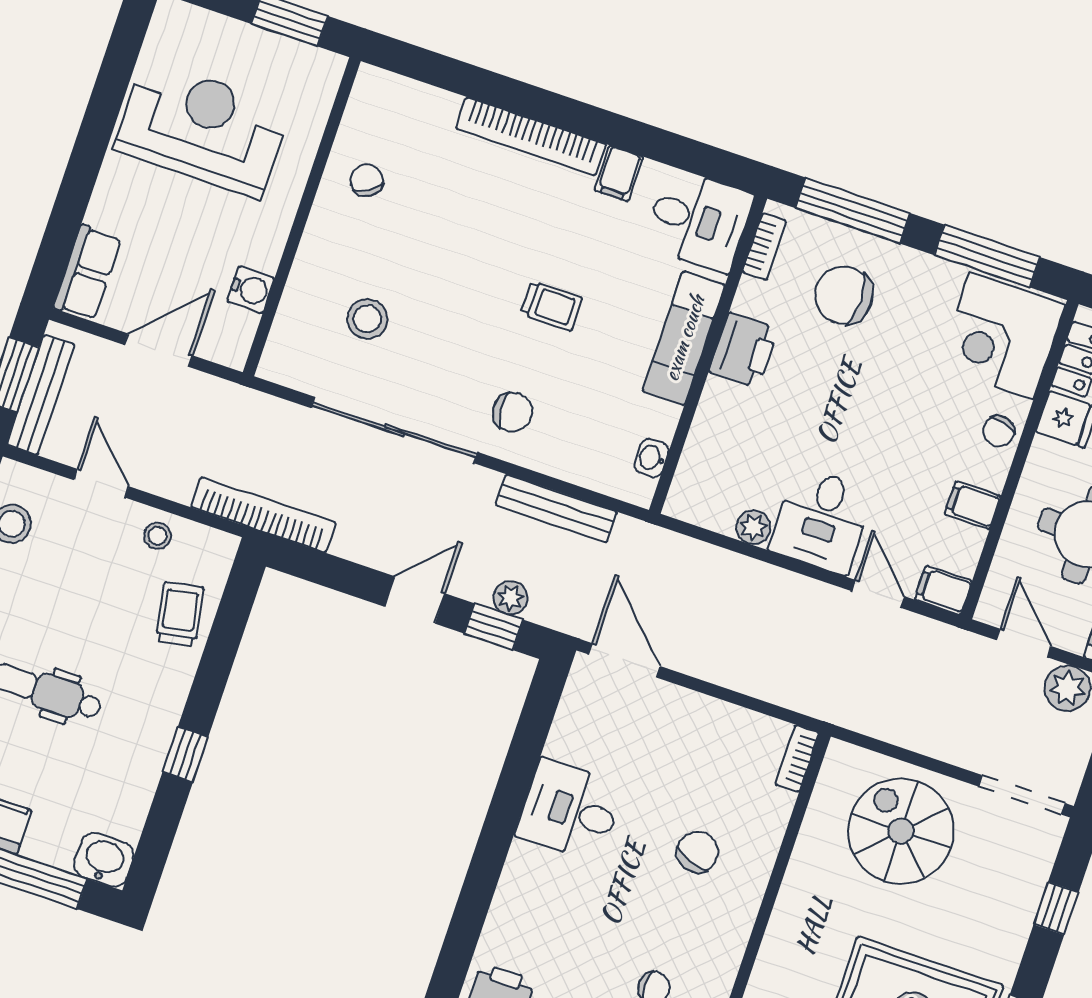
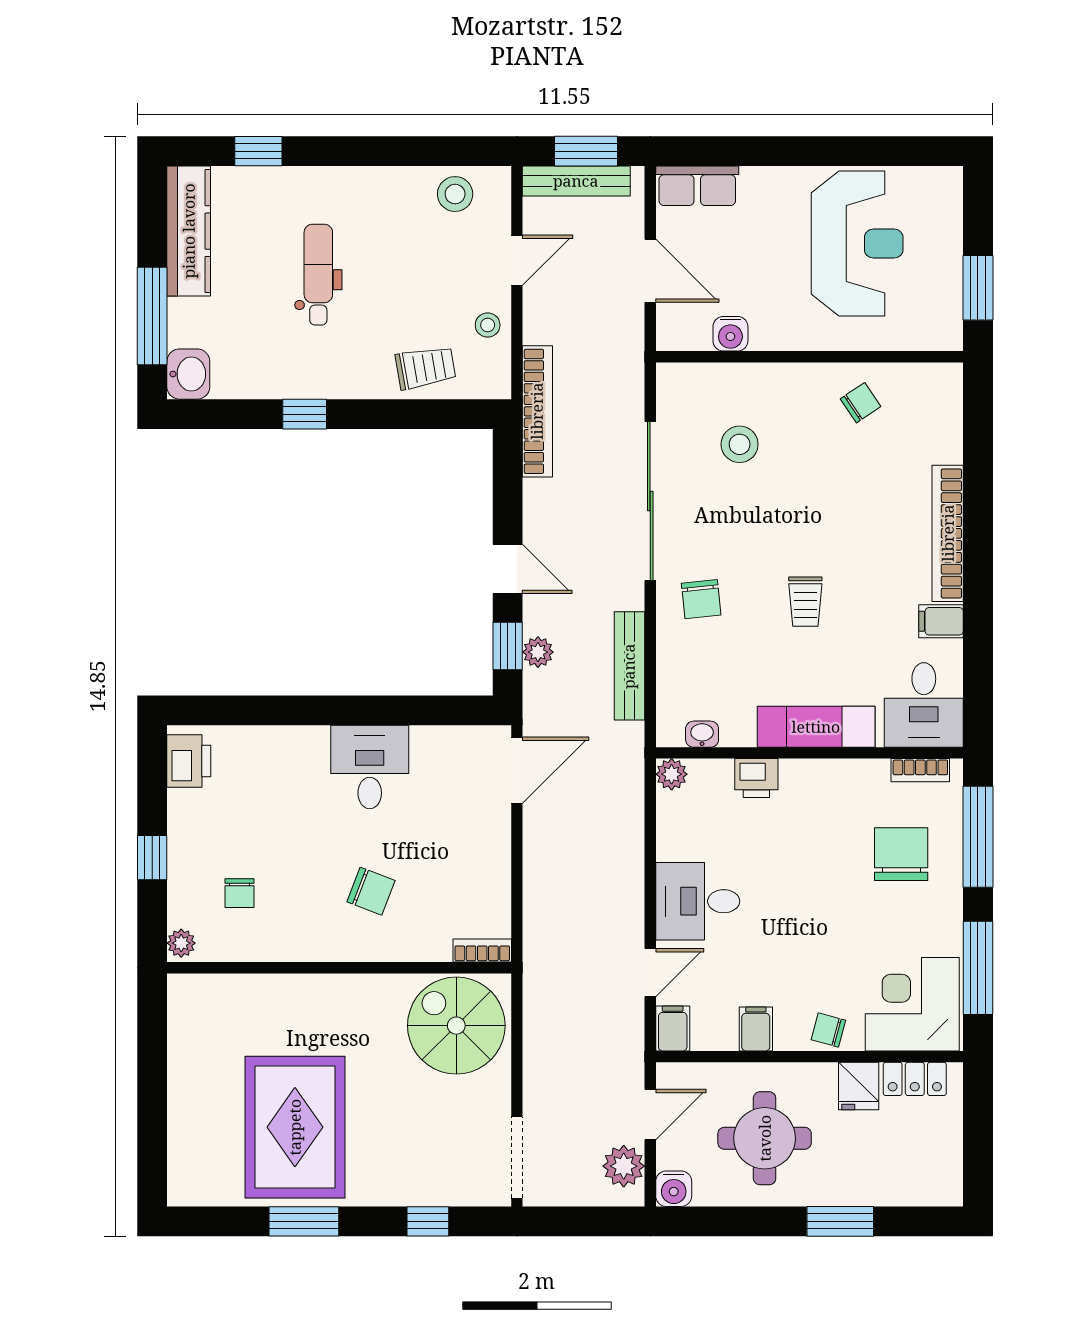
printer: (744, 350) -> (756, 778), moved, width x0.73, depth x0.81
plant: (753, 527) -> (672, 774), moved
spiral stairs: (901, 831) -> (456, 1026), moved, turned -90

